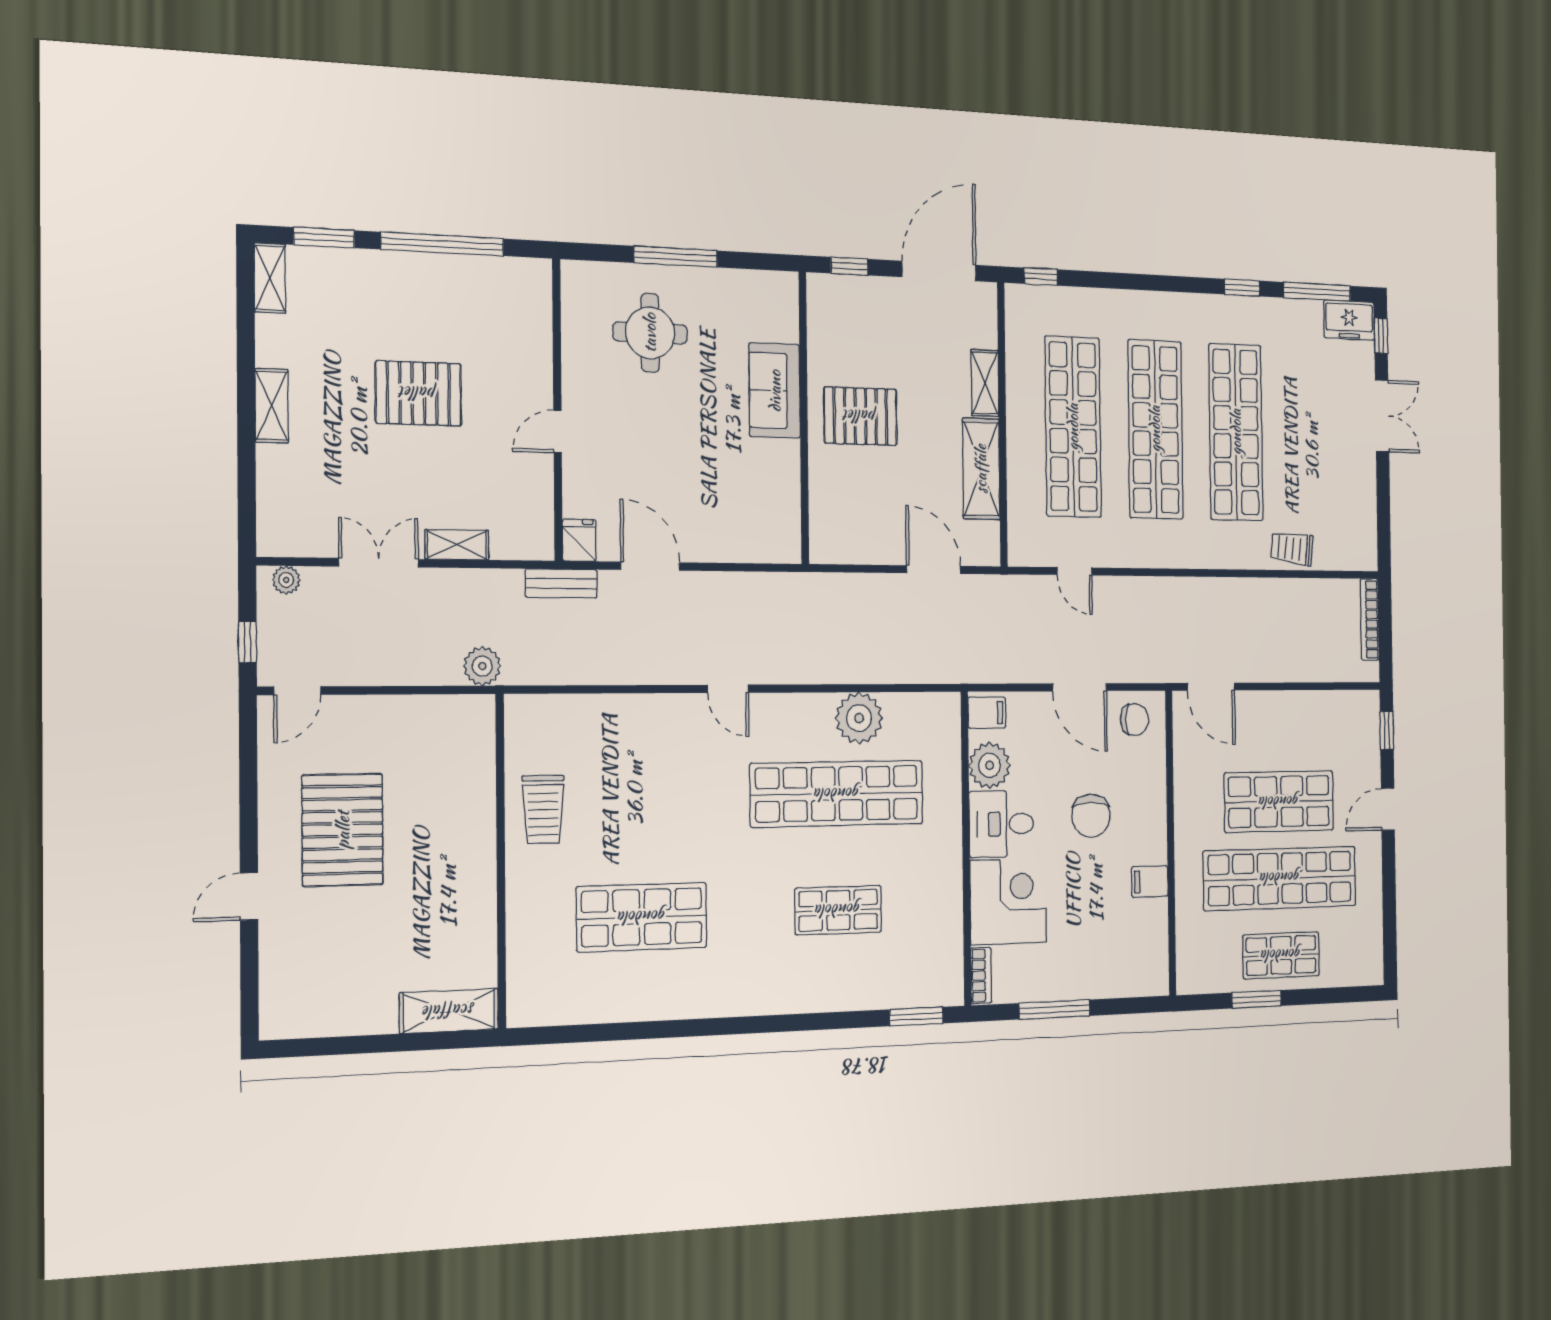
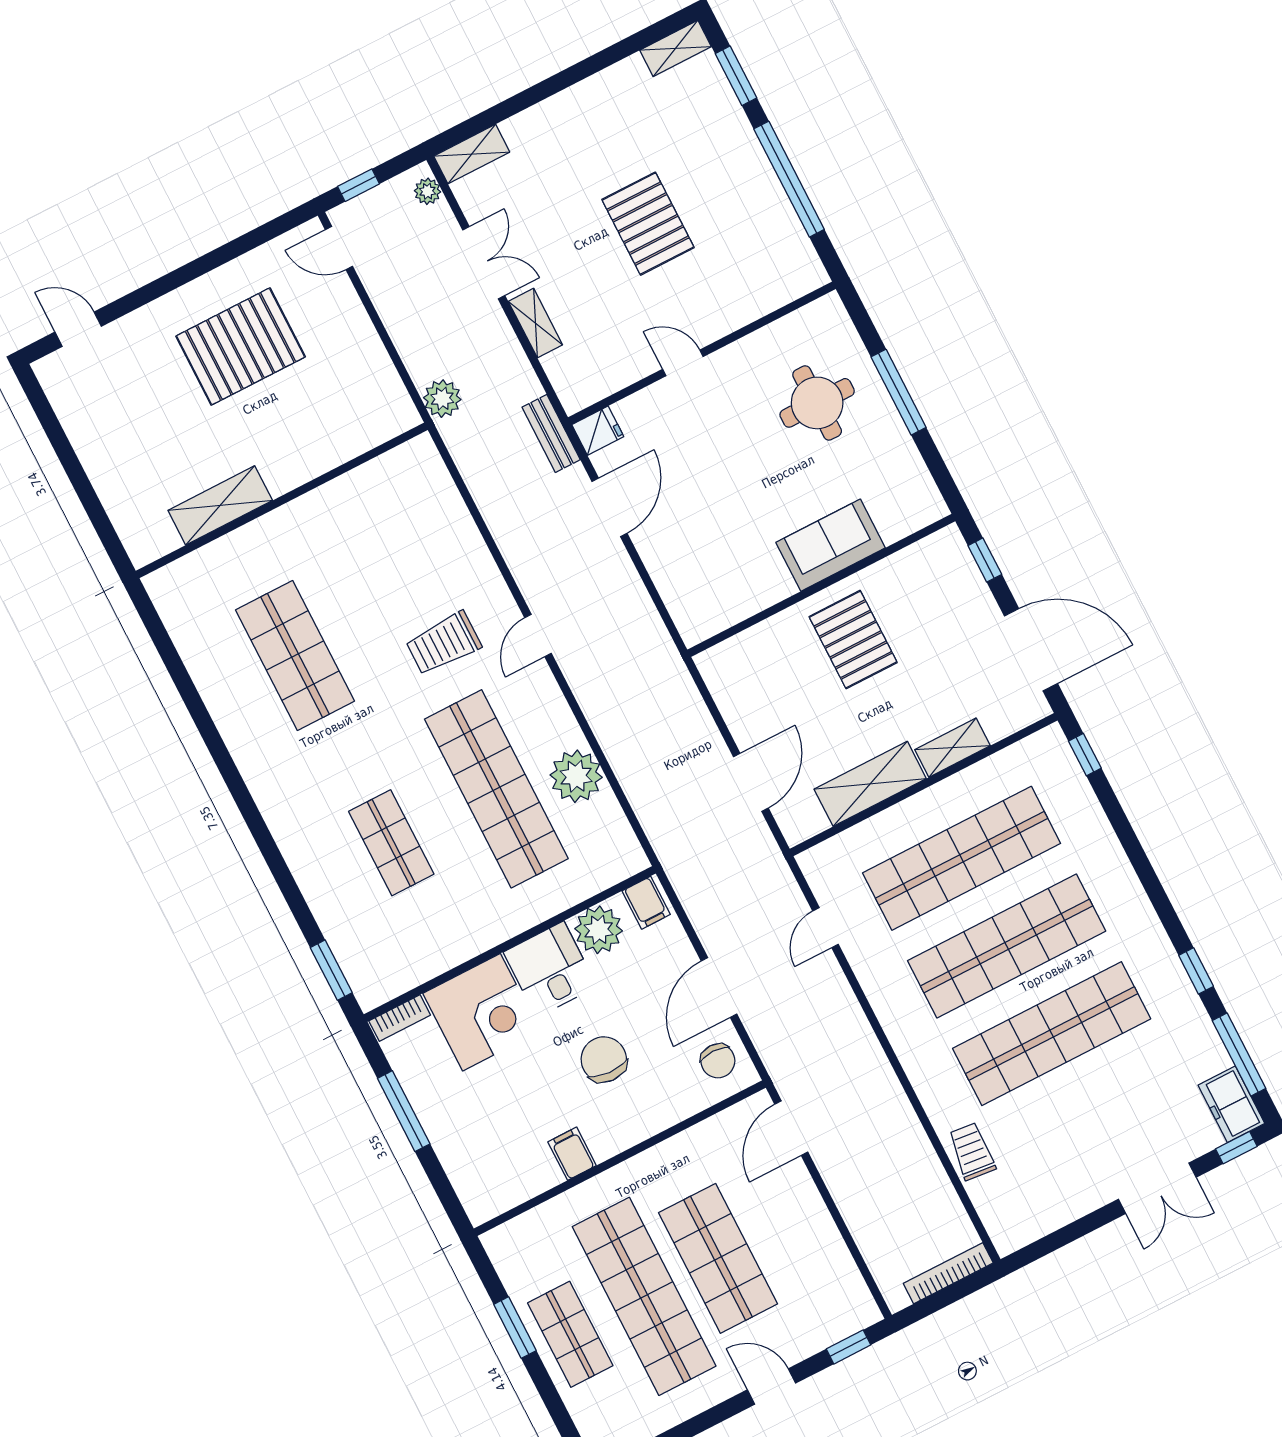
shelving: (272, 406) -> (472, 154), moved
trolley: (543, 809) -> (444, 643), moved
chair: (1091, 816) -> (604, 1059), turned 93
door: (249, 896) -> (78, 329), moved
shelving: (449, 1011) -> (220, 505), moved, turned 90

